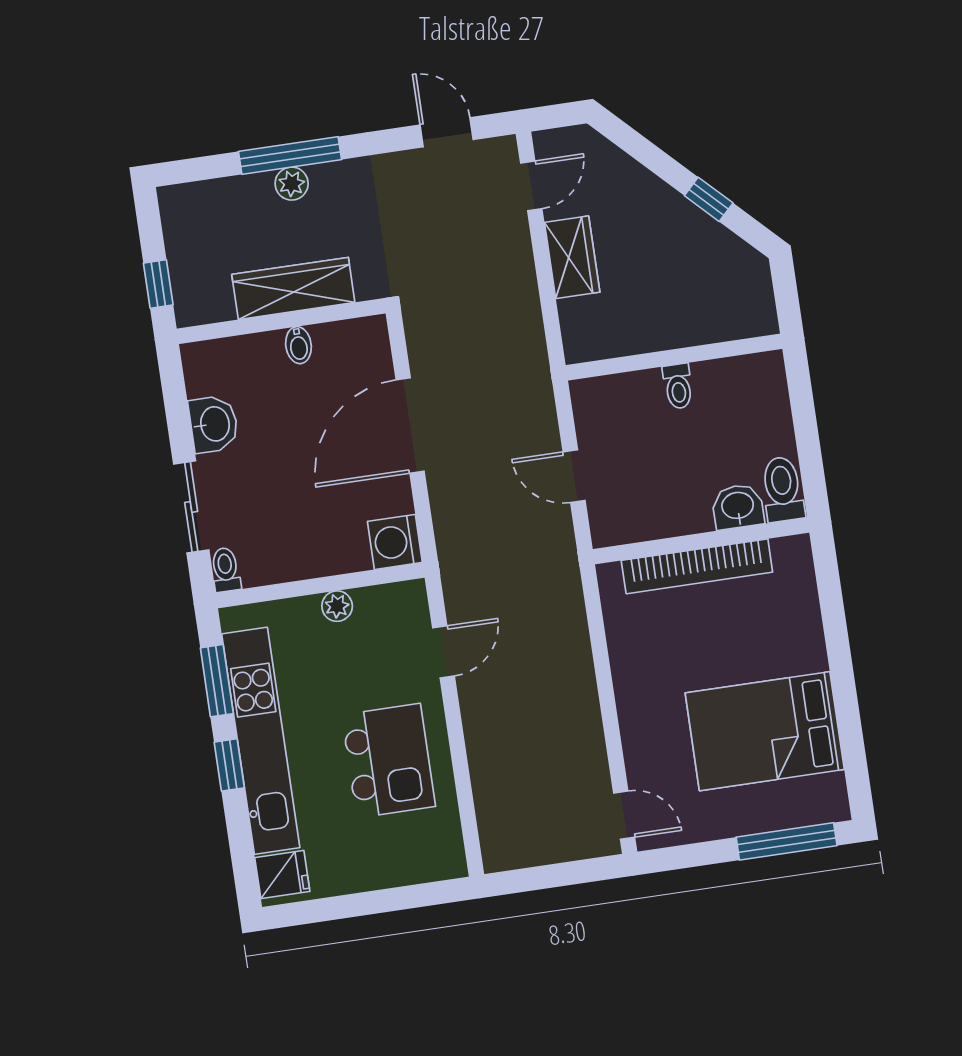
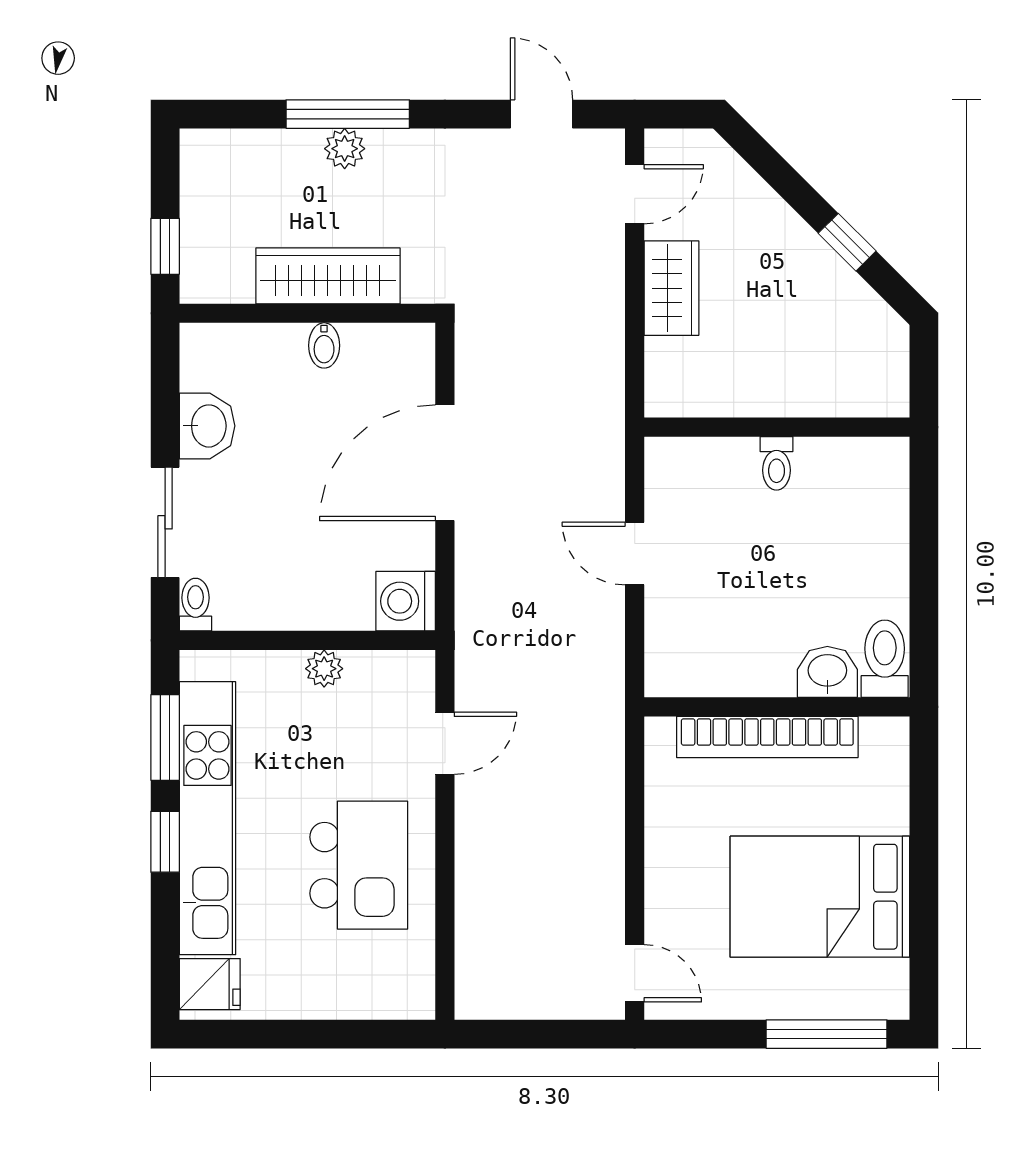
toilet: (782, 489) -> (885, 659), moved
washbasin: (738, 507) -> (827, 672), moved
wall: (701, 541) -> (777, 707), moved
bookcase: (697, 566) -> (767, 737), moved

